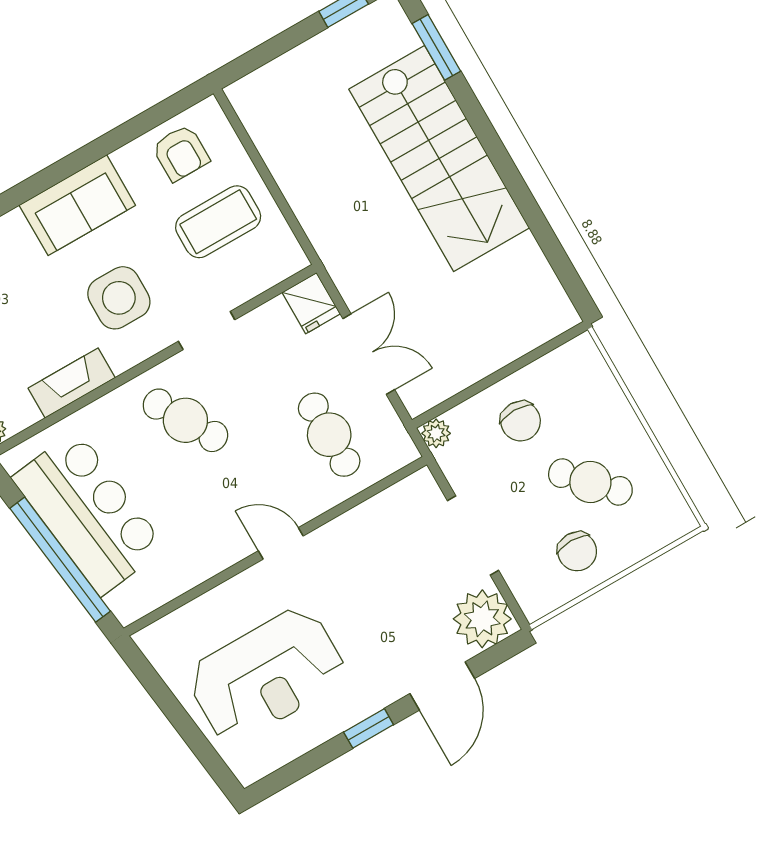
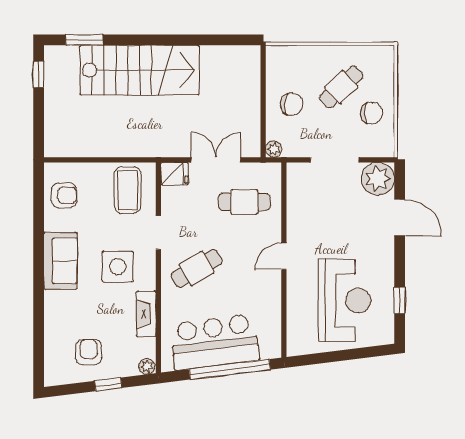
coffee table: (218, 222) -> (128, 190), moved
window: (369, 728) -> (400, 300), moved

